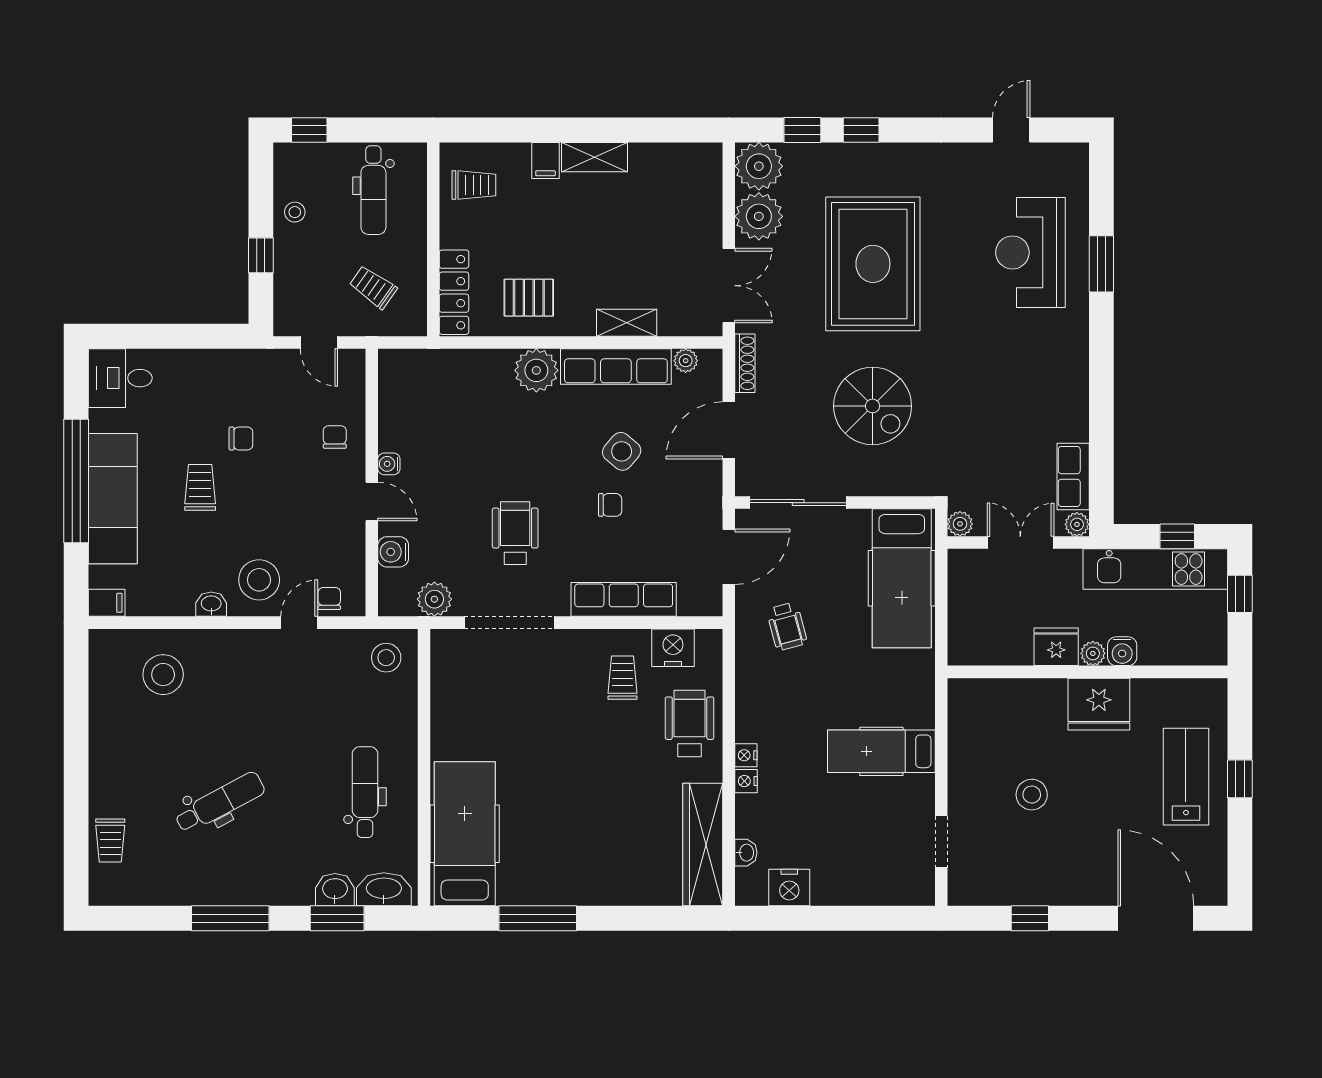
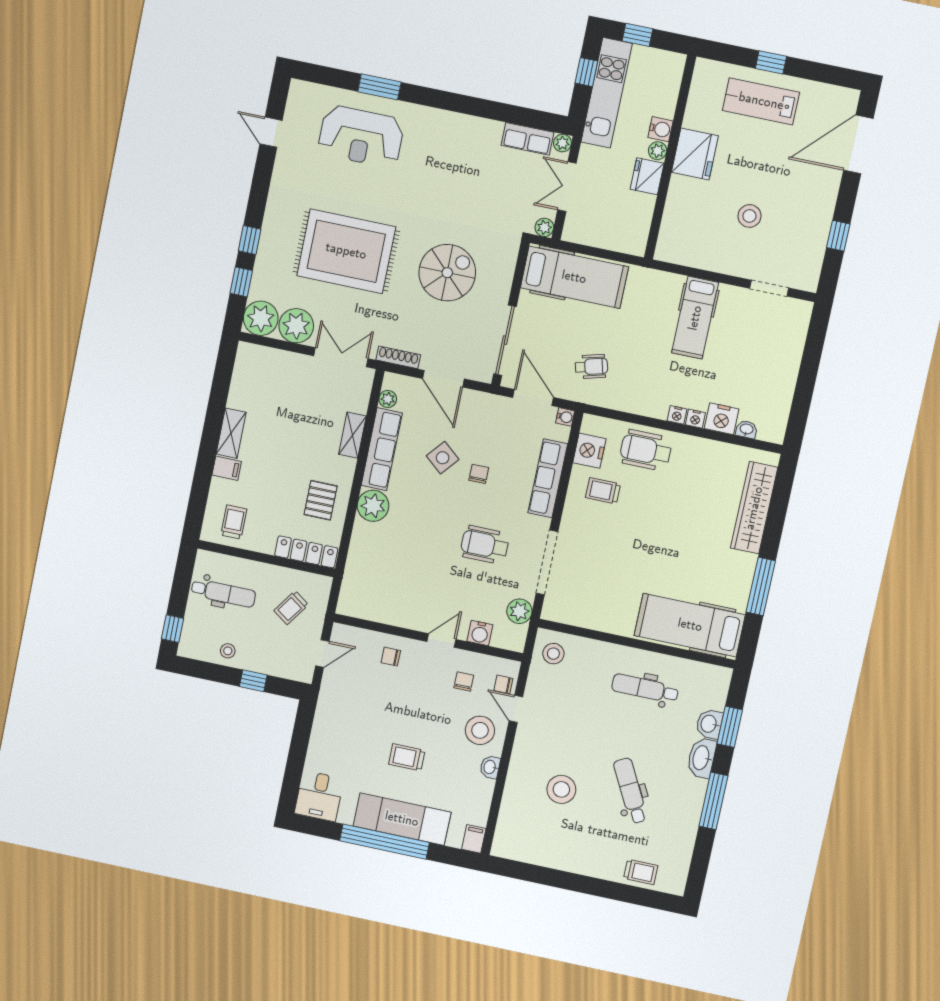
chair: (241, 438) -> (464, 682), moved
water cooler: (389, 464) -> (565, 417), moved, turned -90
stool: (163, 675) -> (561, 789), moved
wardrobe: (703, 844) -> (754, 508), moved, turned 90
nightstand: (789, 888) -> (722, 419), moved, turned 90
washbasin: (384, 889) -> (702, 758), moved

